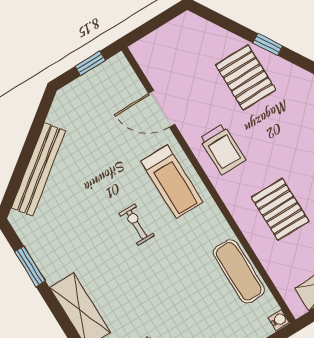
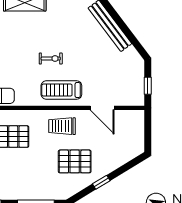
pallet: (246, 77) -> (75, 161), moved
door: (162, 109) -> (102, 108), swing flipped

